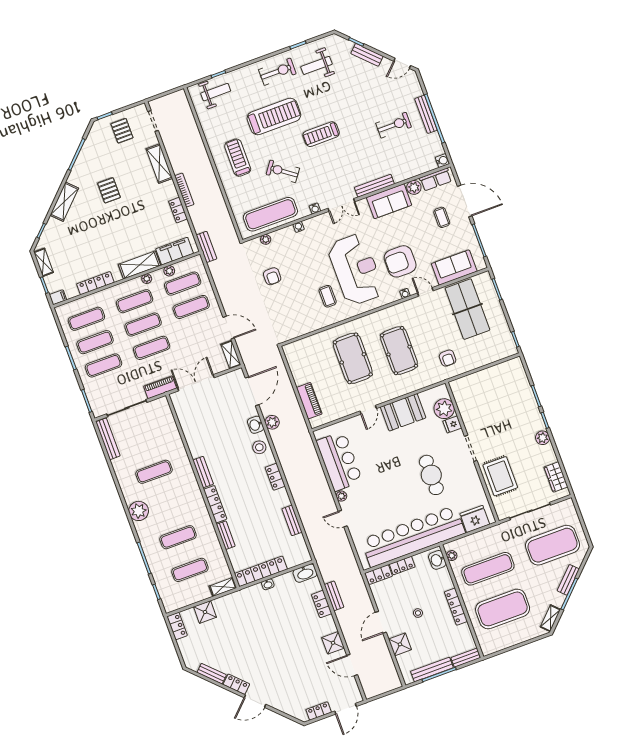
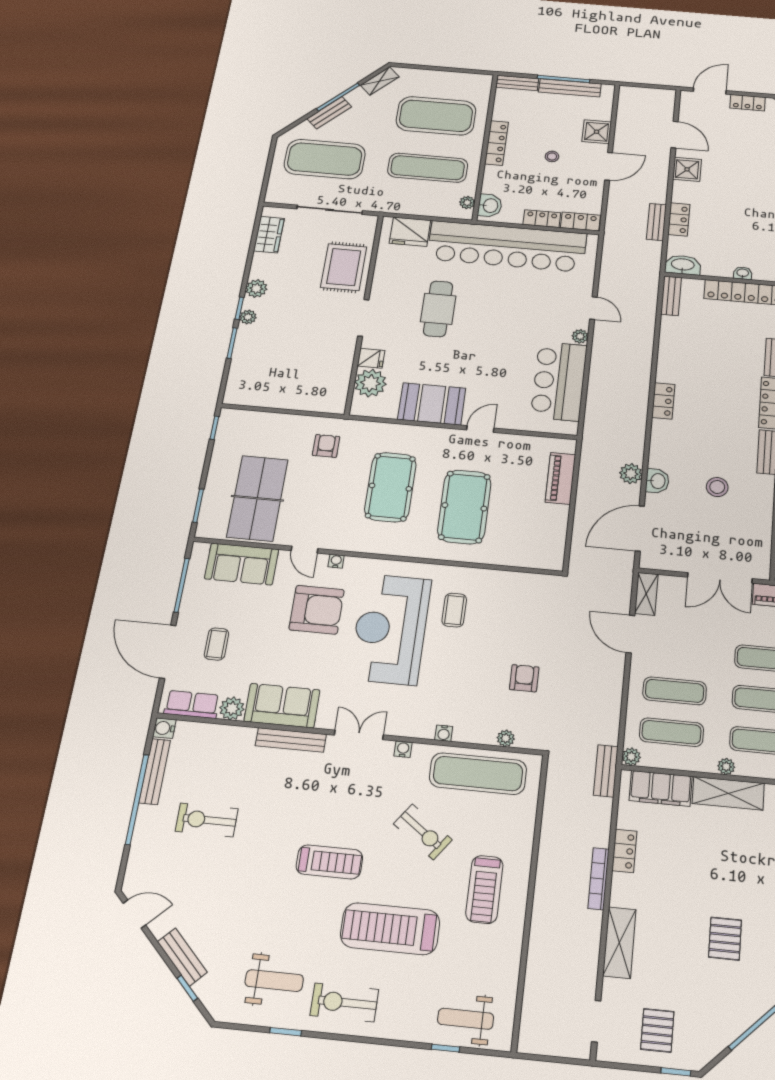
bench: (426, 114) -> (155, 771), moved
plant: (169, 271) -> (631, 757), moved
plant: (537, 417) -> (248, 317), added
stool: (259, 447) -> (717, 487), moved
bench: (292, 520) -> (671, 296), moved

